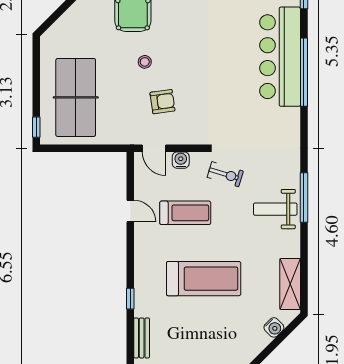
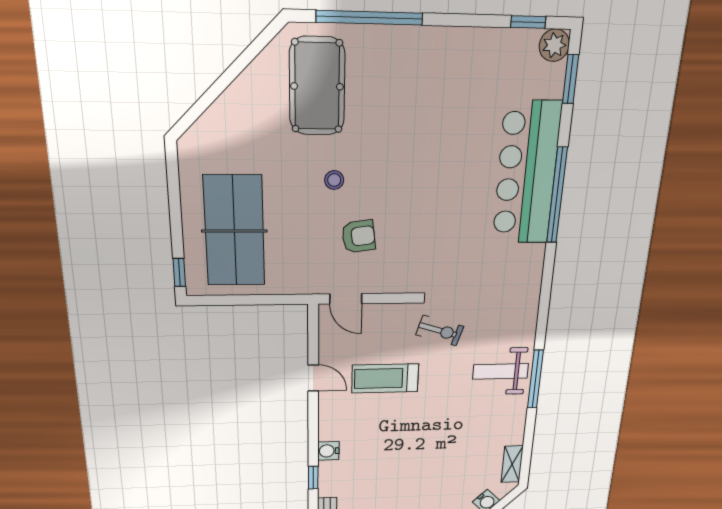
water cooler: (181, 160) -> (328, 451), moved, turned -90
window: (304, 197) -> (535, 379), moved
treadmill: (185, 213) -> (385, 378), turned 180
treadmill: (204, 279) -> (405, 453), removed
shelving: (290, 284) -> (512, 464), width x0.67, depth x0.75

